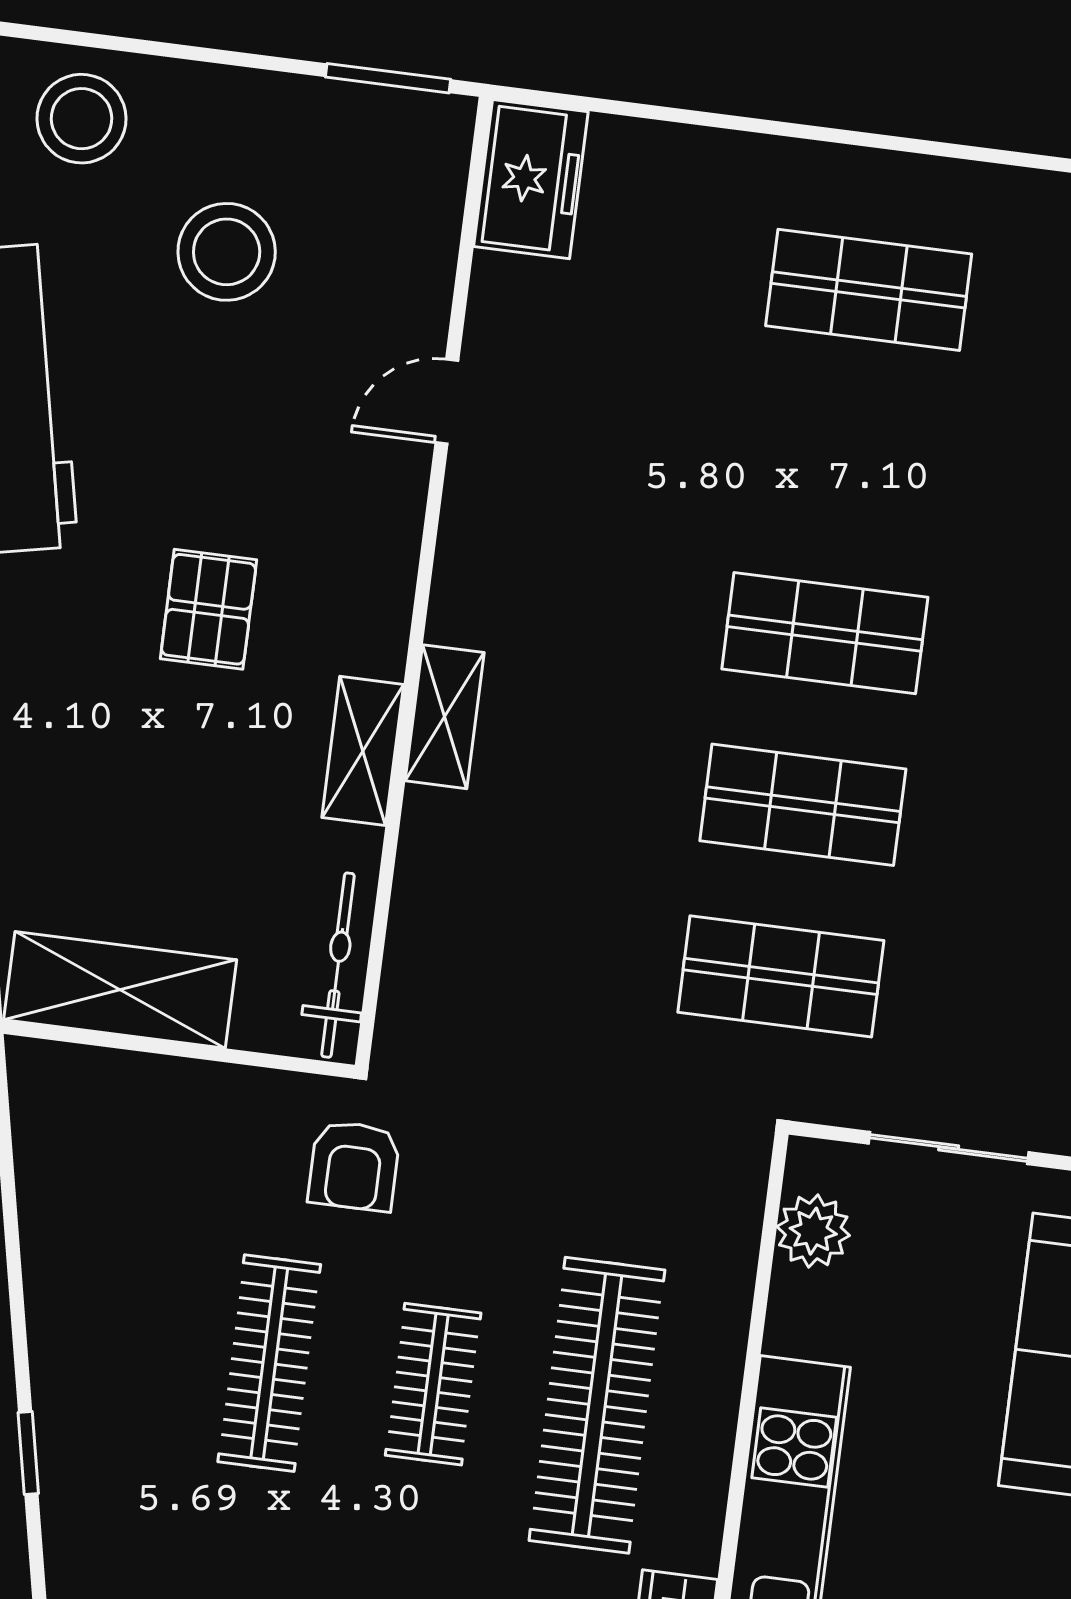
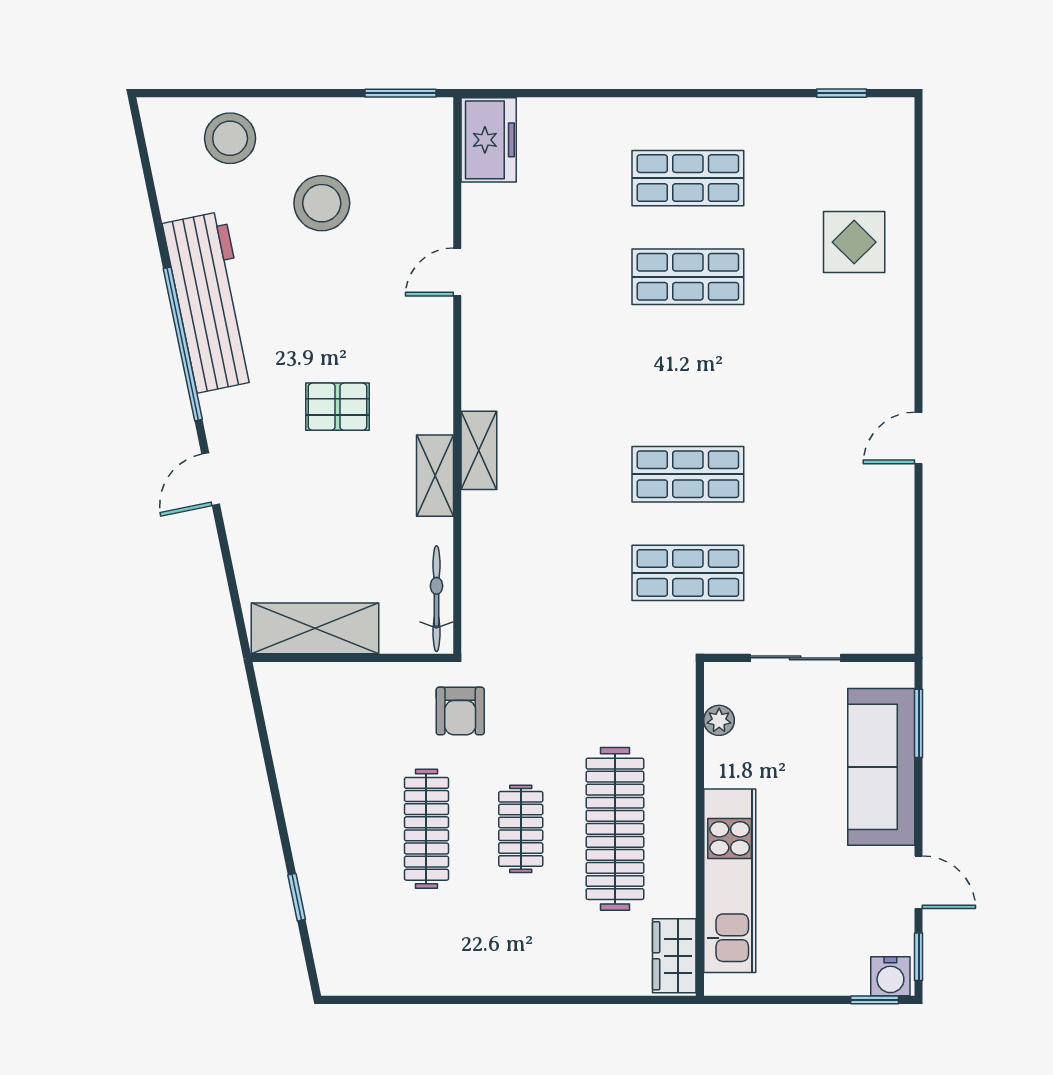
pallet: (209, 609) -> (337, 407), turned 90
shop shelf: (825, 633) -> (688, 277), moved
plant: (813, 1231) -> (719, 720), width x0.73, depth x0.73

